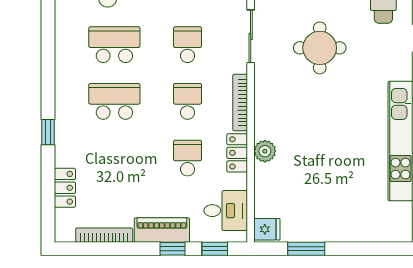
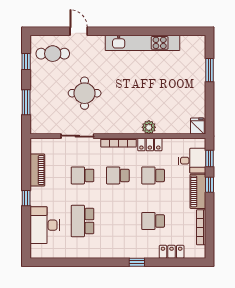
school desk: (114, 101) -> (153, 221), moved, width x0.54
desk: (226, 211) -> (192, 161), moved, turned 90
window: (306, 249) -> (210, 70), moved

